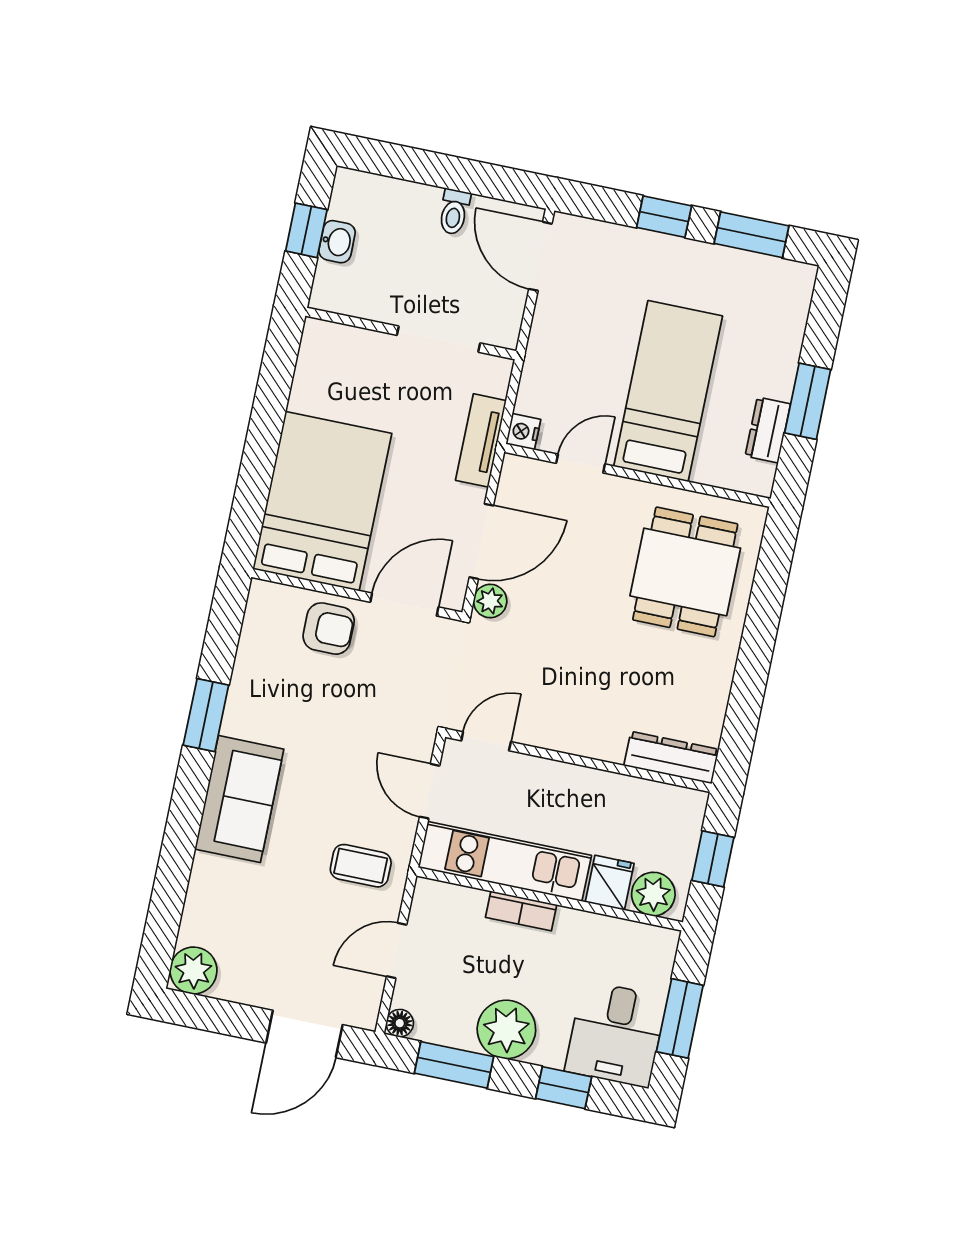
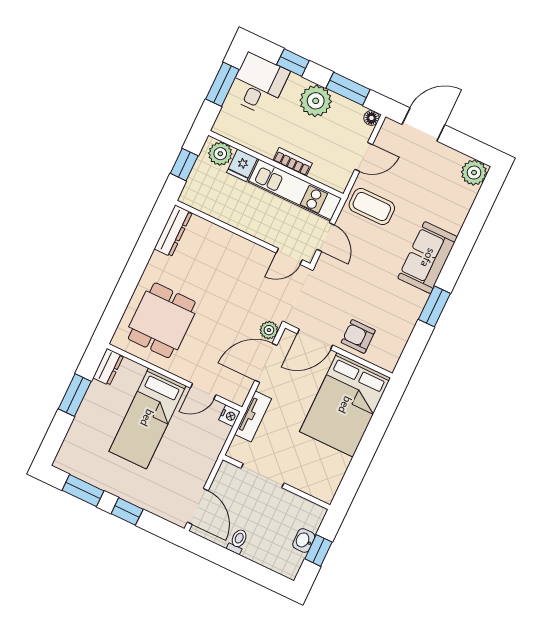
dresser: (768, 430) -> (108, 367), moved
dresser: (671, 758) -> (173, 231), moved, turned -90
coffee table: (361, 866) -> (372, 206), width x1.36, depth x1.30

